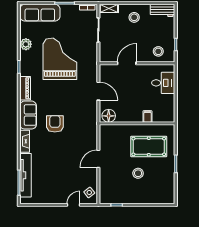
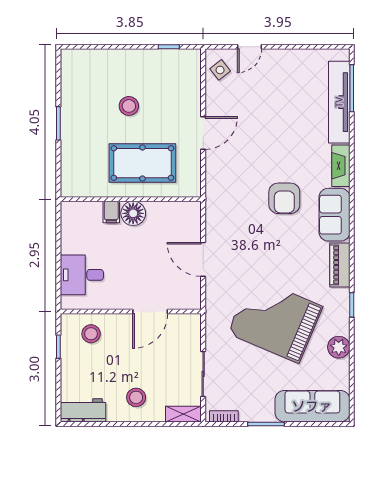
grand piano: (60, 59) -> (275, 320), turned 113
floor lamp: (109, 116) -> (133, 213), moved
pool table: (149, 146) -> (142, 163), moved

